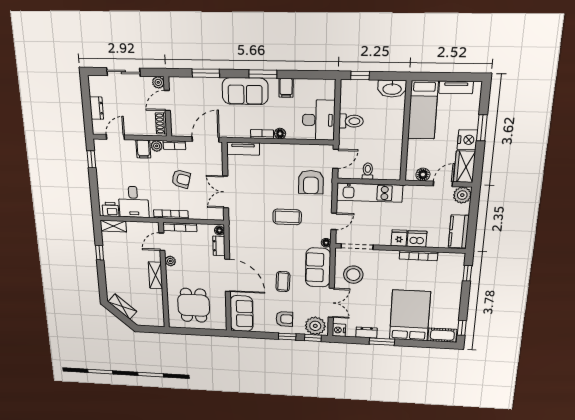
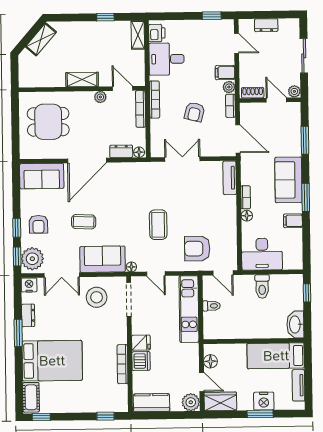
nightstand: (467, 140) -> (264, 401), moved

